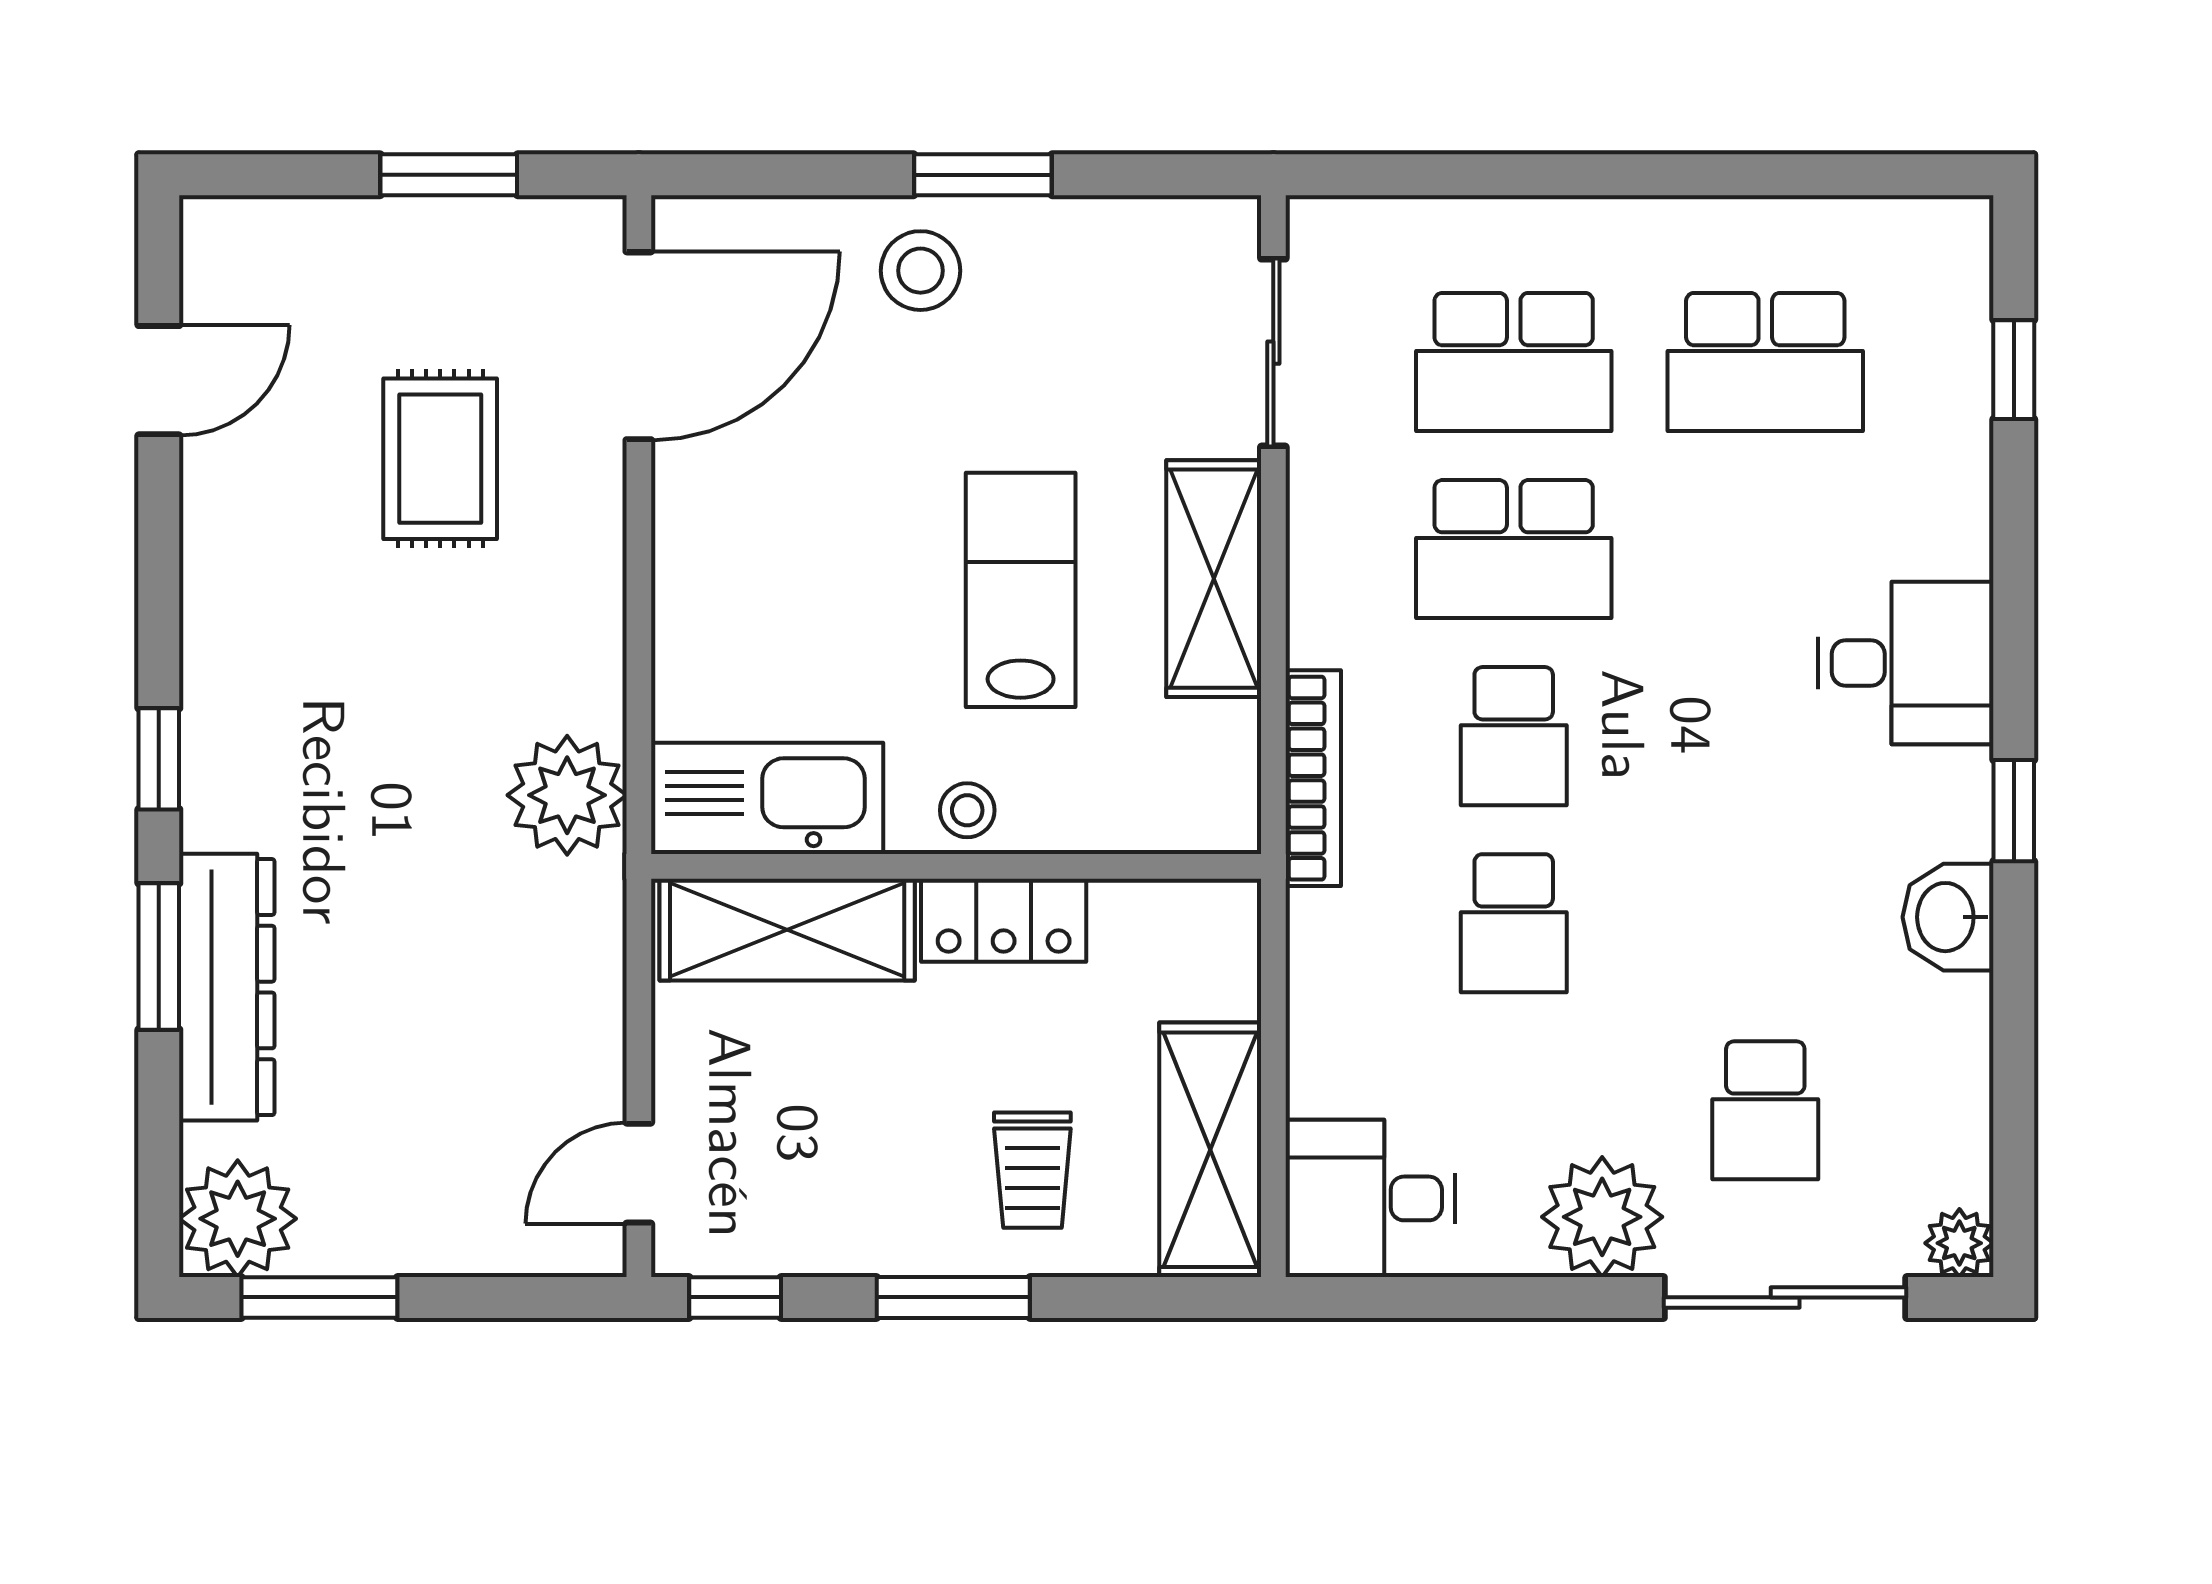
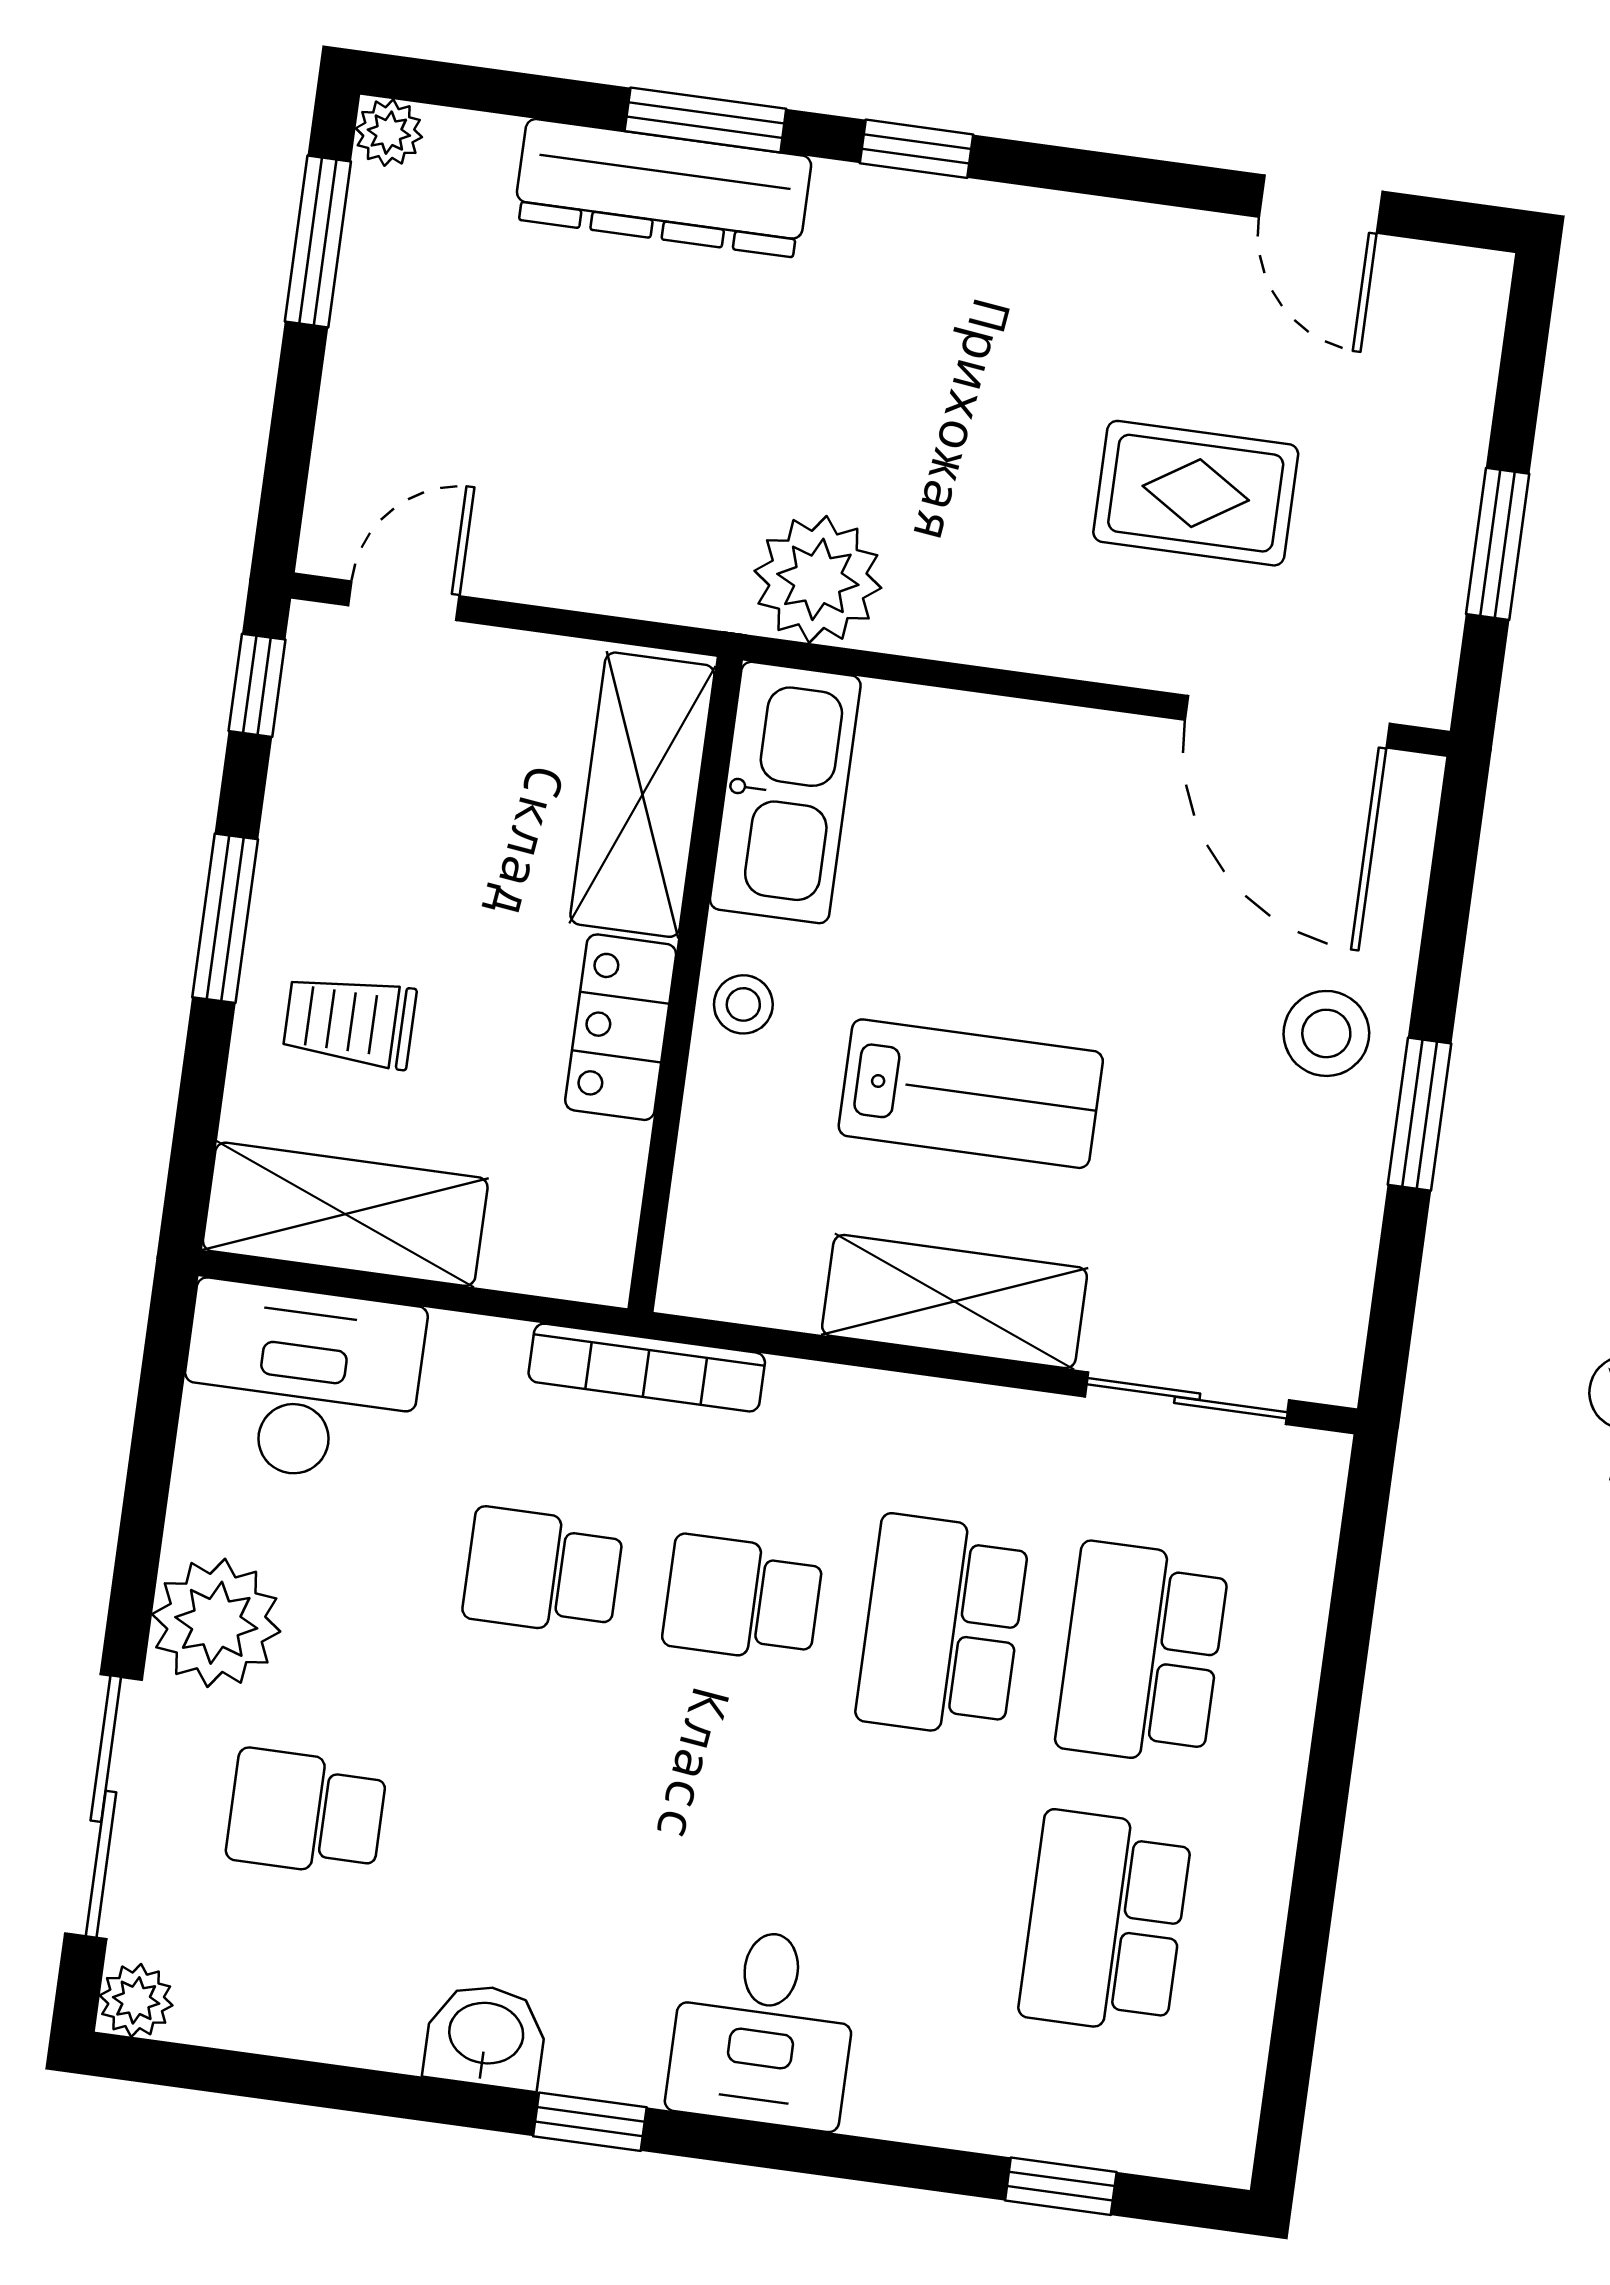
bookcase: (1313, 778) -> (647, 1368), moved
door: (639, 1173) -> (404, 601), hinge flipped
desk: (1370, 1198) -> (301, 1383), width x1.37
plant: (238, 1219) -> (389, 133), width x0.53, depth x0.53

